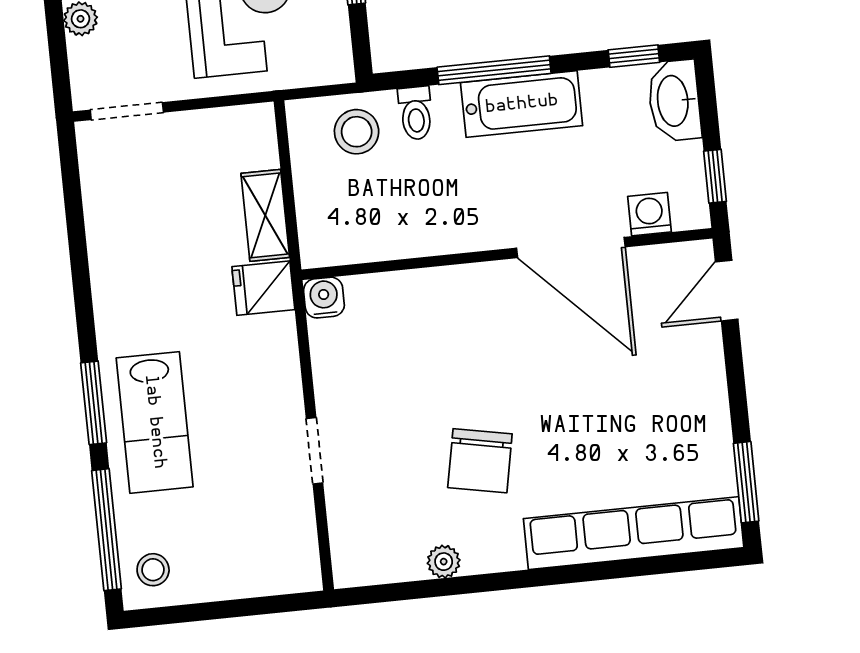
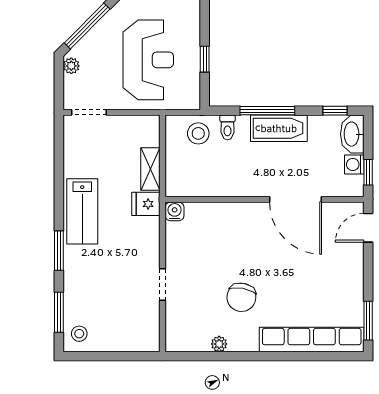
washing machine: (649, 214) -> (354, 164), moved, turned -90
lab bench: (155, 422) -> (82, 211), moved
window: (106, 530) -> (59, 312), width x0.69

